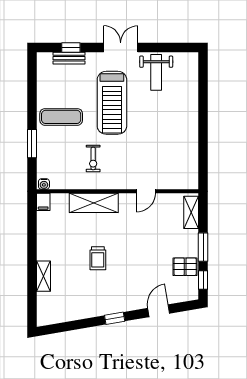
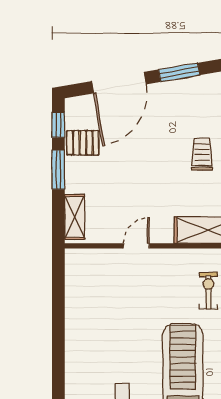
door: (159, 311) -> (119, 83), width x1.88
window: (115, 318) -> (179, 72), width x1.50

